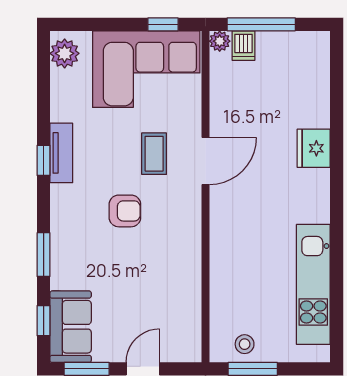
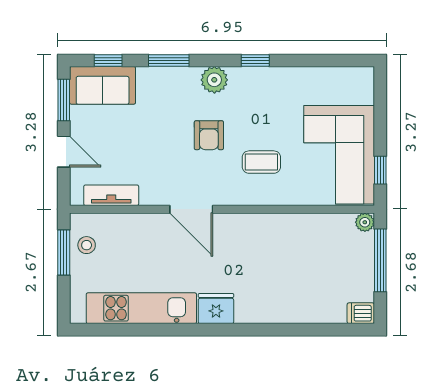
dishwasher: (244, 46) -> (361, 313), moved
plant: (65, 53) -> (214, 80), moved
fridge: (314, 148) -> (216, 309), moved
tv unit: (61, 153) -> (111, 195), moved, turned 180
door: (205, 161) -> (191, 209), moved

